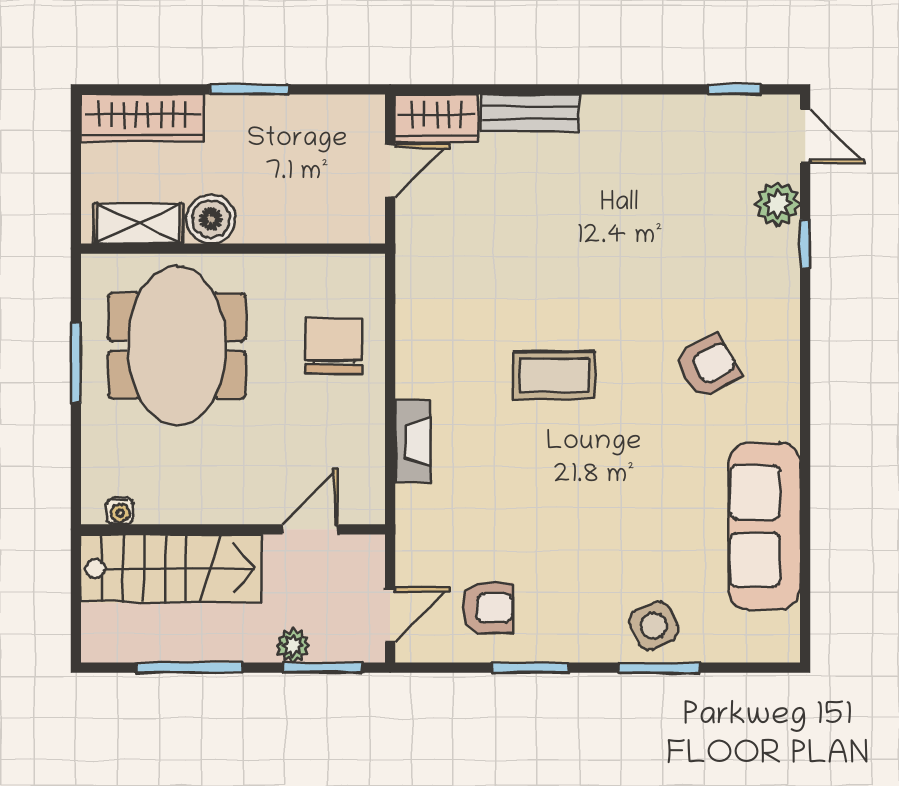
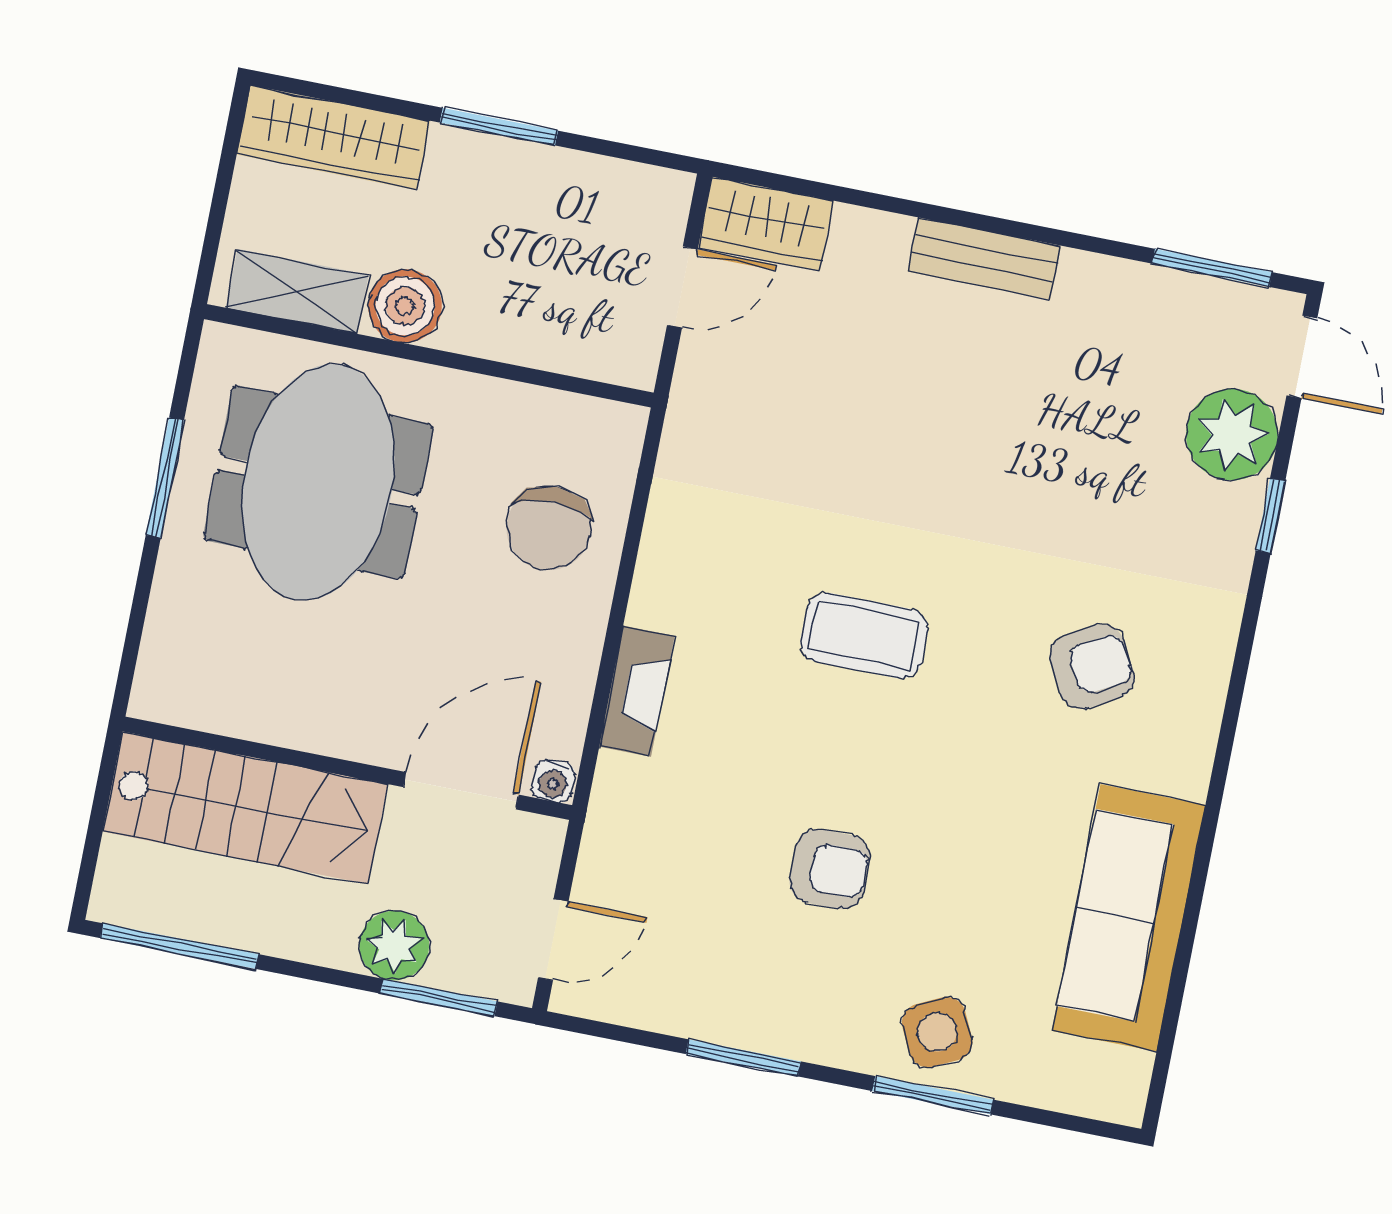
window: (735, 89) -> (1212, 268), width x1.50
bench: (530, 113) -> (984, 259), moved
plant: (778, 204) -> (1232, 435), width x1.36, depth x1.36
chair: (334, 346) -> (549, 528), turned 180
water cooler: (120, 511) -> (553, 781), moved
door: (310, 529) -> (461, 791), width x1.38
armchair: (488, 608) -> (830, 869), moved
plant: (293, 646) -> (394, 945), width x1.38, depth x1.38
window: (189, 668) -> (179, 946), moved

